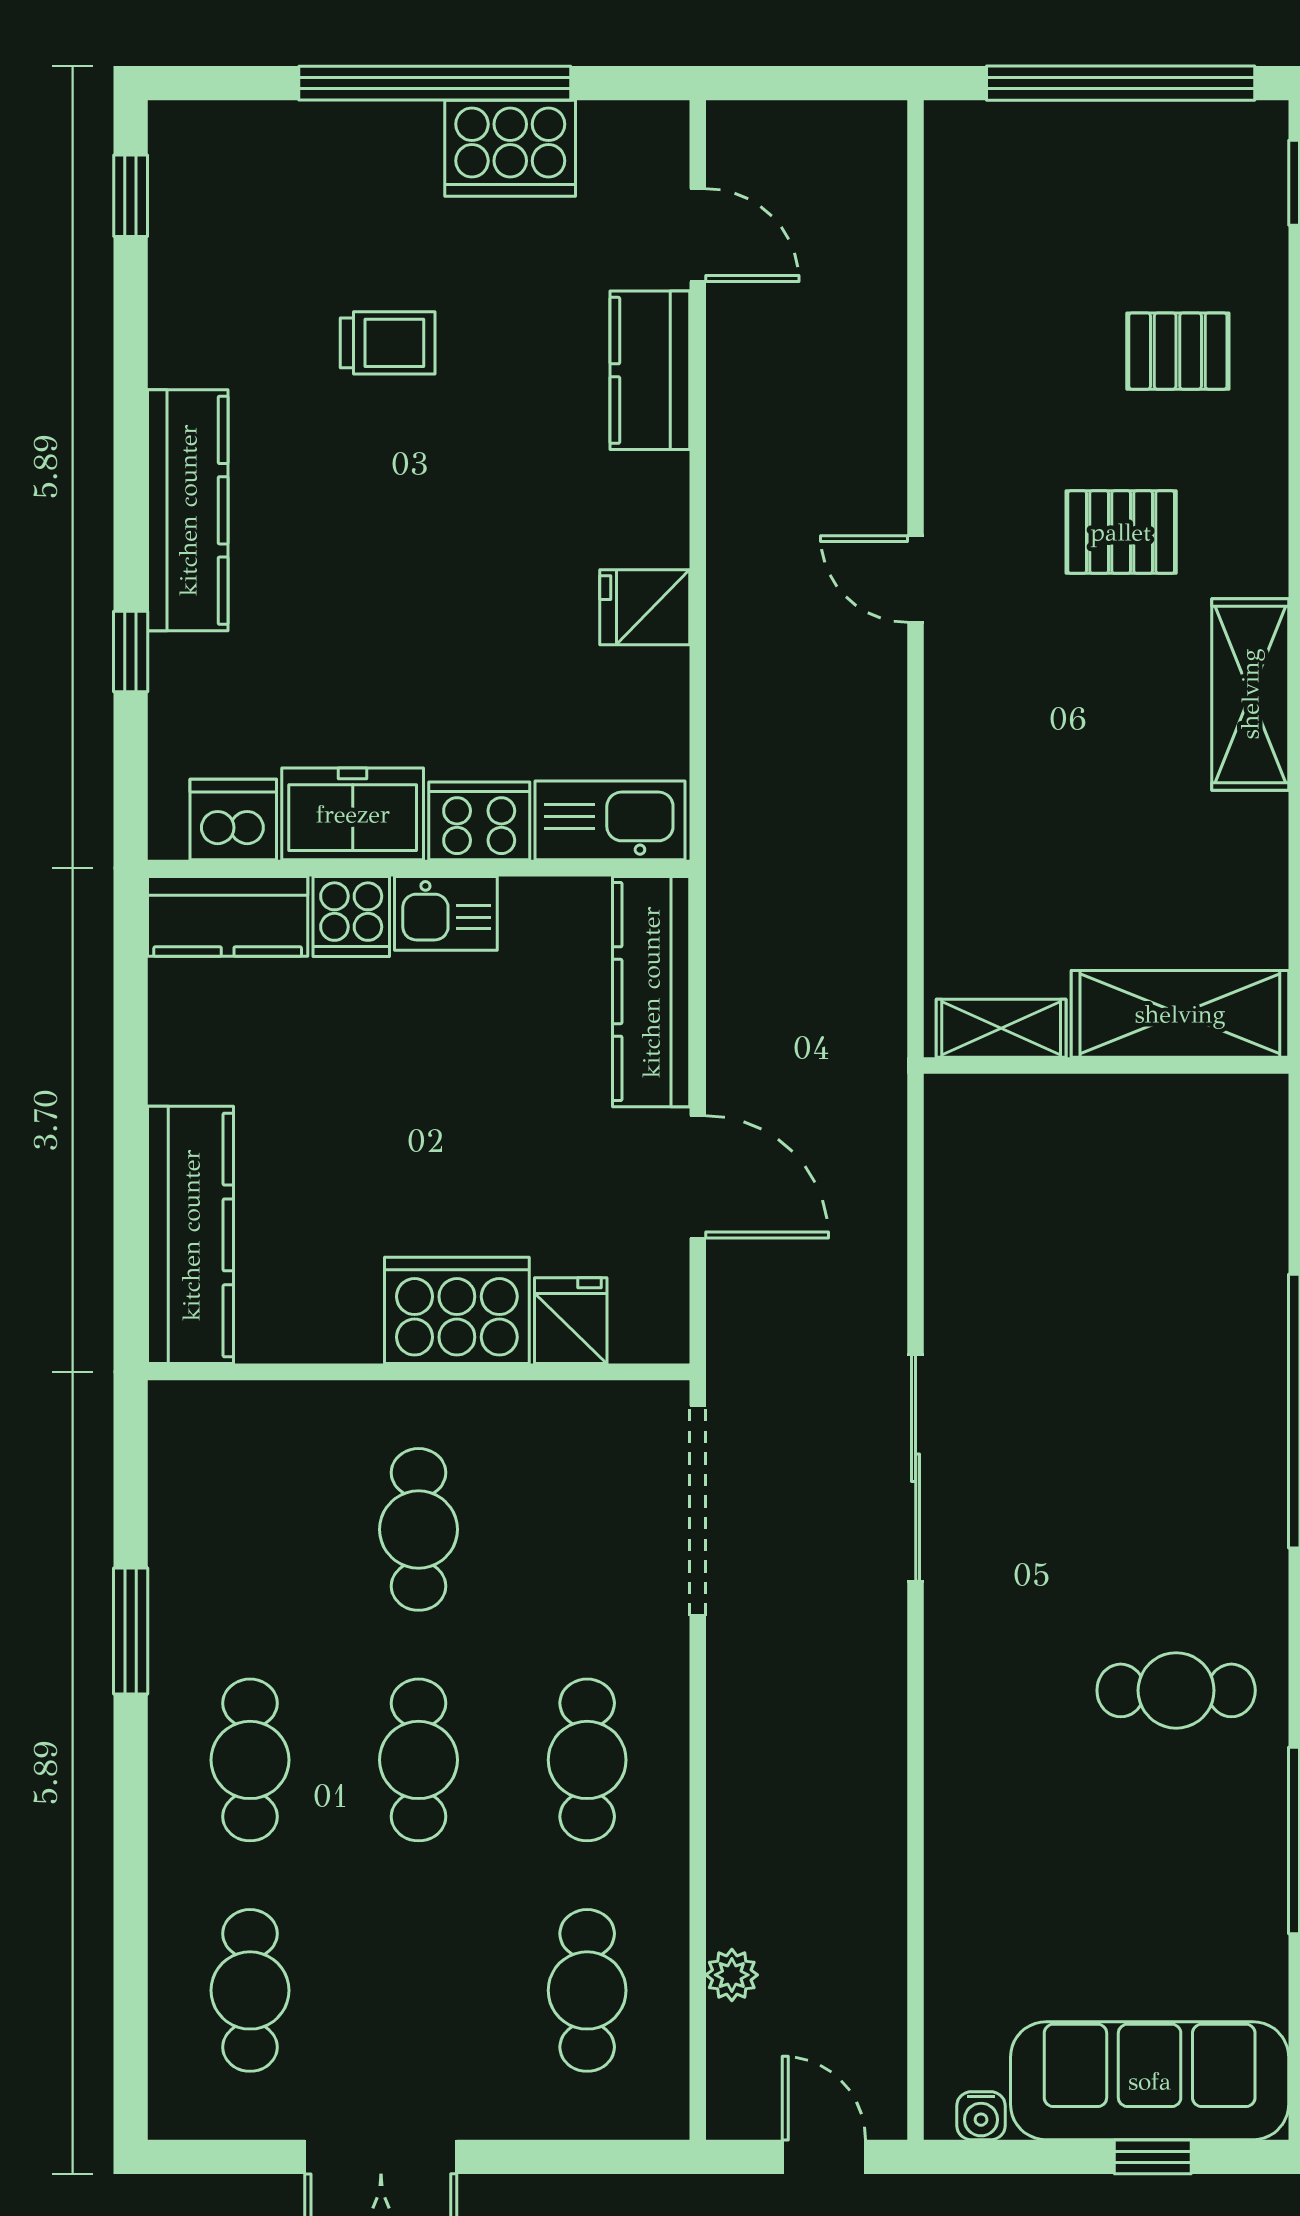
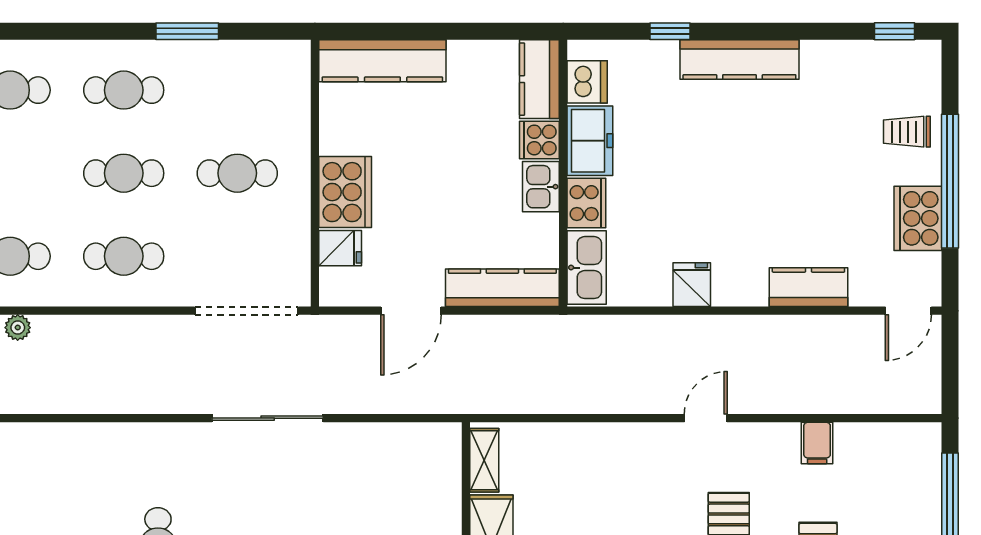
door: (698, 235) -> (908, 311), moved
trolley: (388, 343) -> (907, 132), moved, turned 90
filing cabinet: (966, 353) -> (817, 443), added

